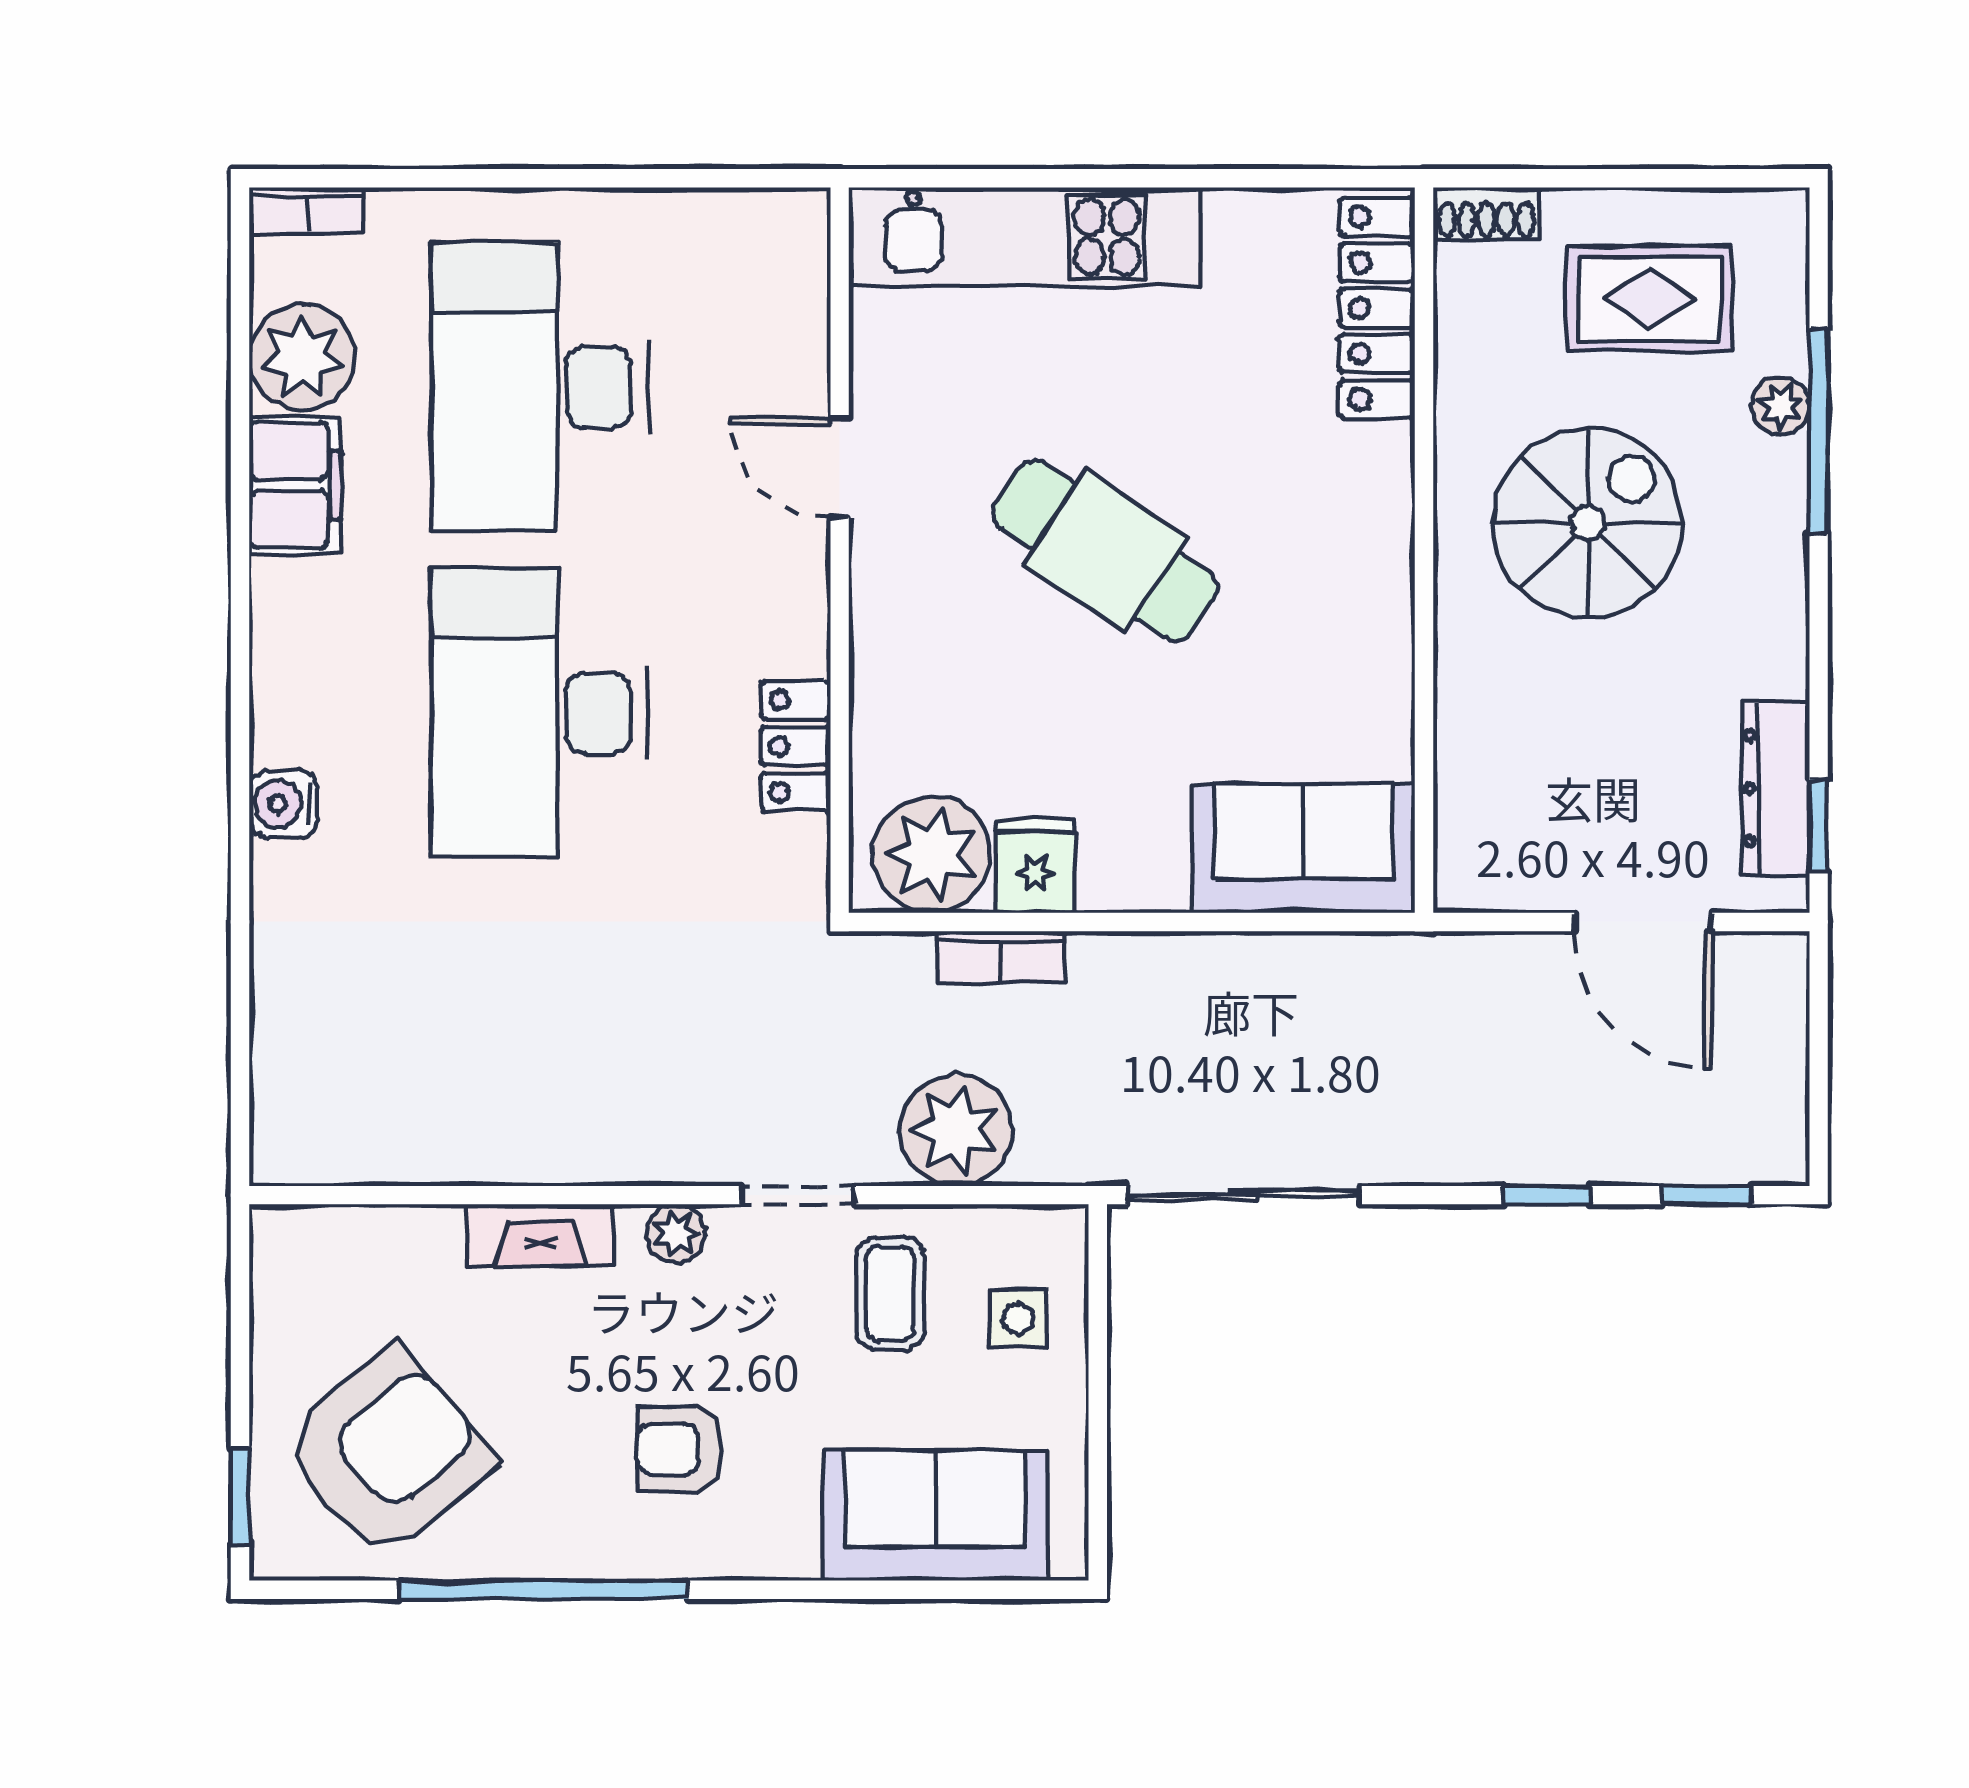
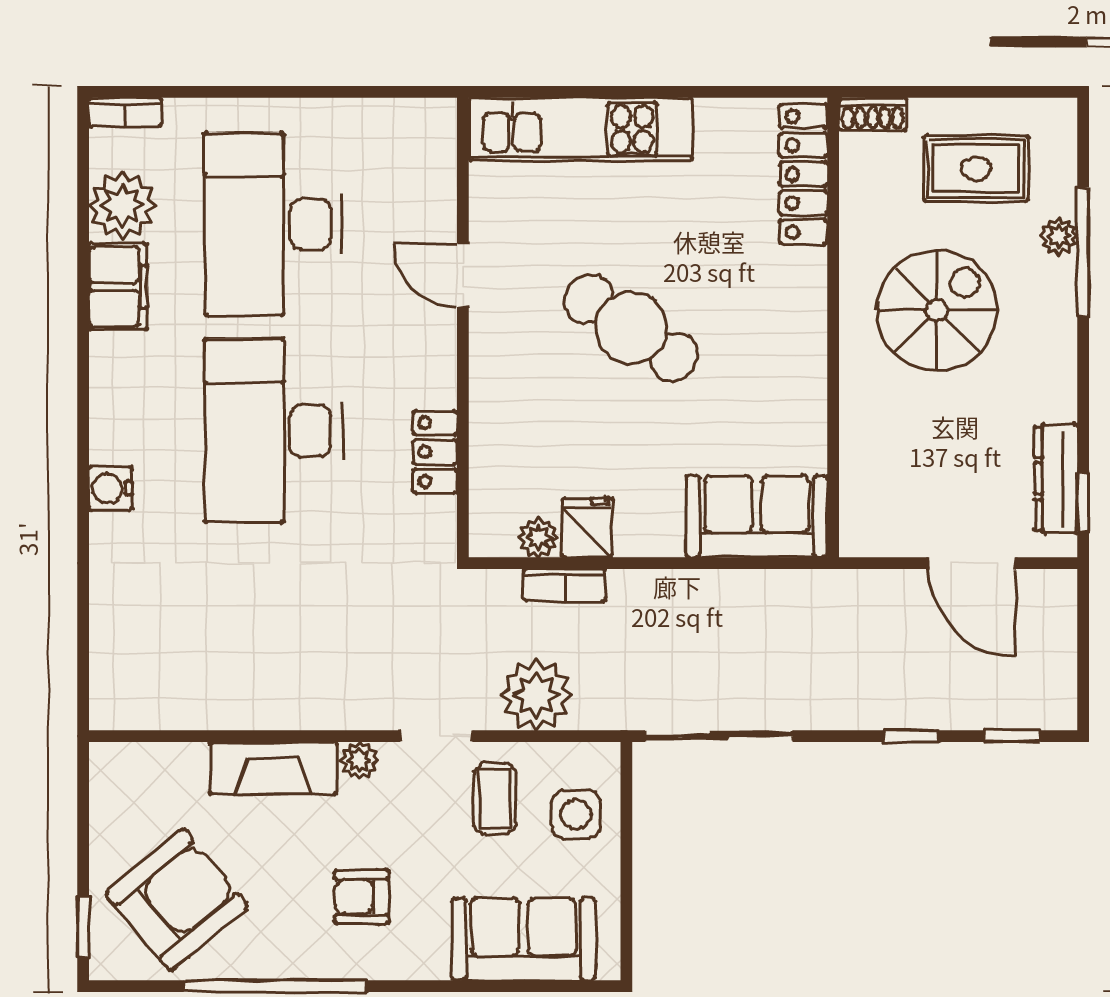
plant: (932, 854) -> (538, 538), width x0.53, depth x0.53
fireplace: (540, 1235) -> (273, 768), width x1.37, depth x1.32
side table: (1018, 1319) -> (576, 814), width x1.37, depth x1.37

